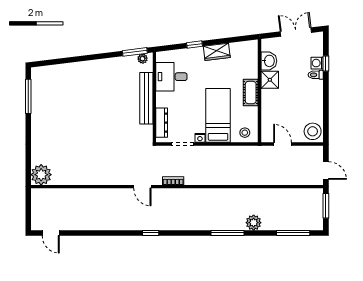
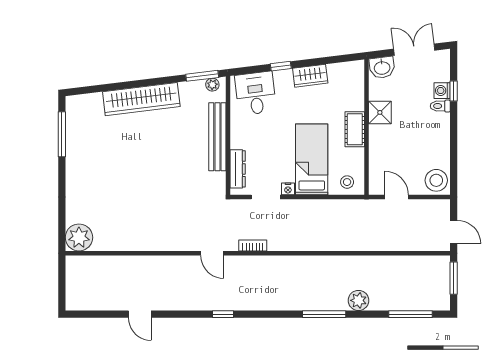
washbasin: (269, 61) -> (382, 67), moved, turned 83
wardrobe: (89, 70) -> (141, 99), added
desk: (171, 77) -> (256, 93), moved, turned 83
door: (51, 233) -> (140, 314), moved

